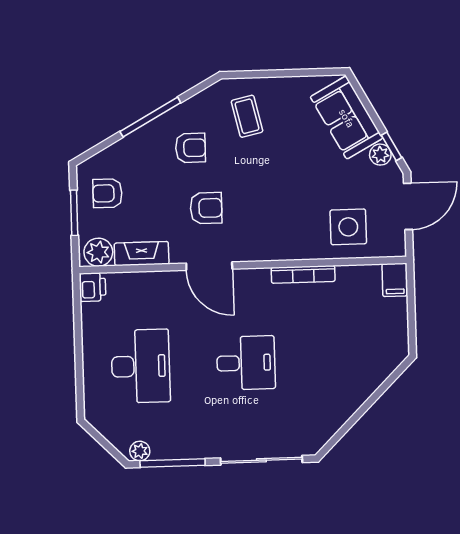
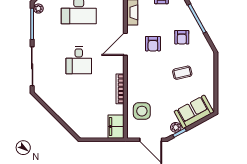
coffee table: (247, 116) -> (182, 73), moved
filing cabinet: (395, 280) -> (116, 127), width x2.00

